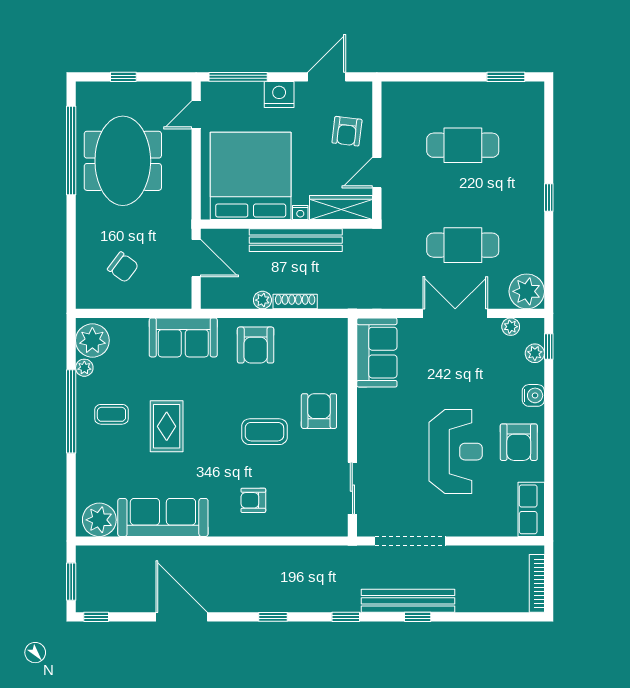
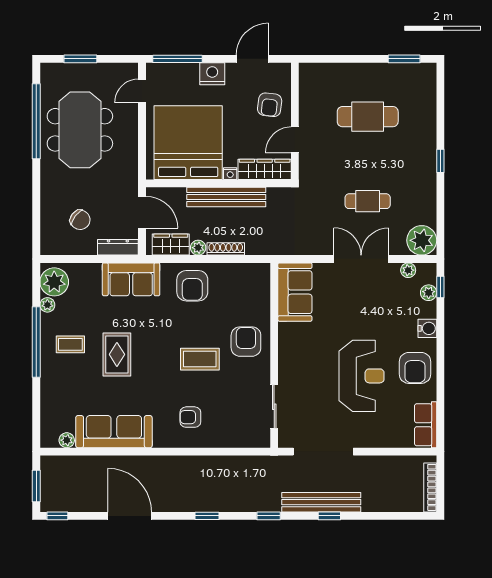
window: (123, 77) -> (80, 59), width x1.50
cafe table: (463, 245) -> (368, 201), width x0.73, depth x0.74
wardrobe: (230, 296) -> (171, 245), added
dresser: (168, 300) -> (118, 247), added
plant: (99, 520) -> (67, 440), width x0.53, depth x0.53

